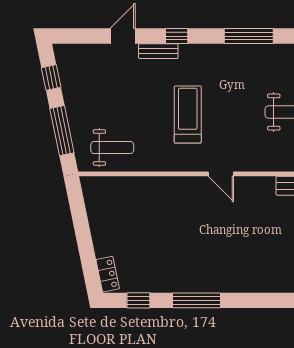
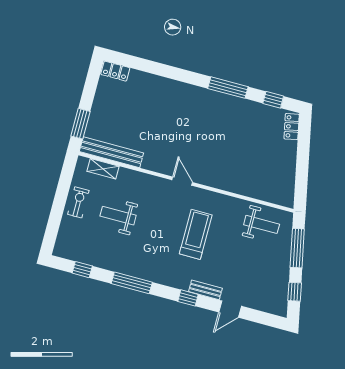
treadmill: (188, 114) -> (196, 234), turned 180
weight bench: (112, 148) -> (262, 224), turned 180

